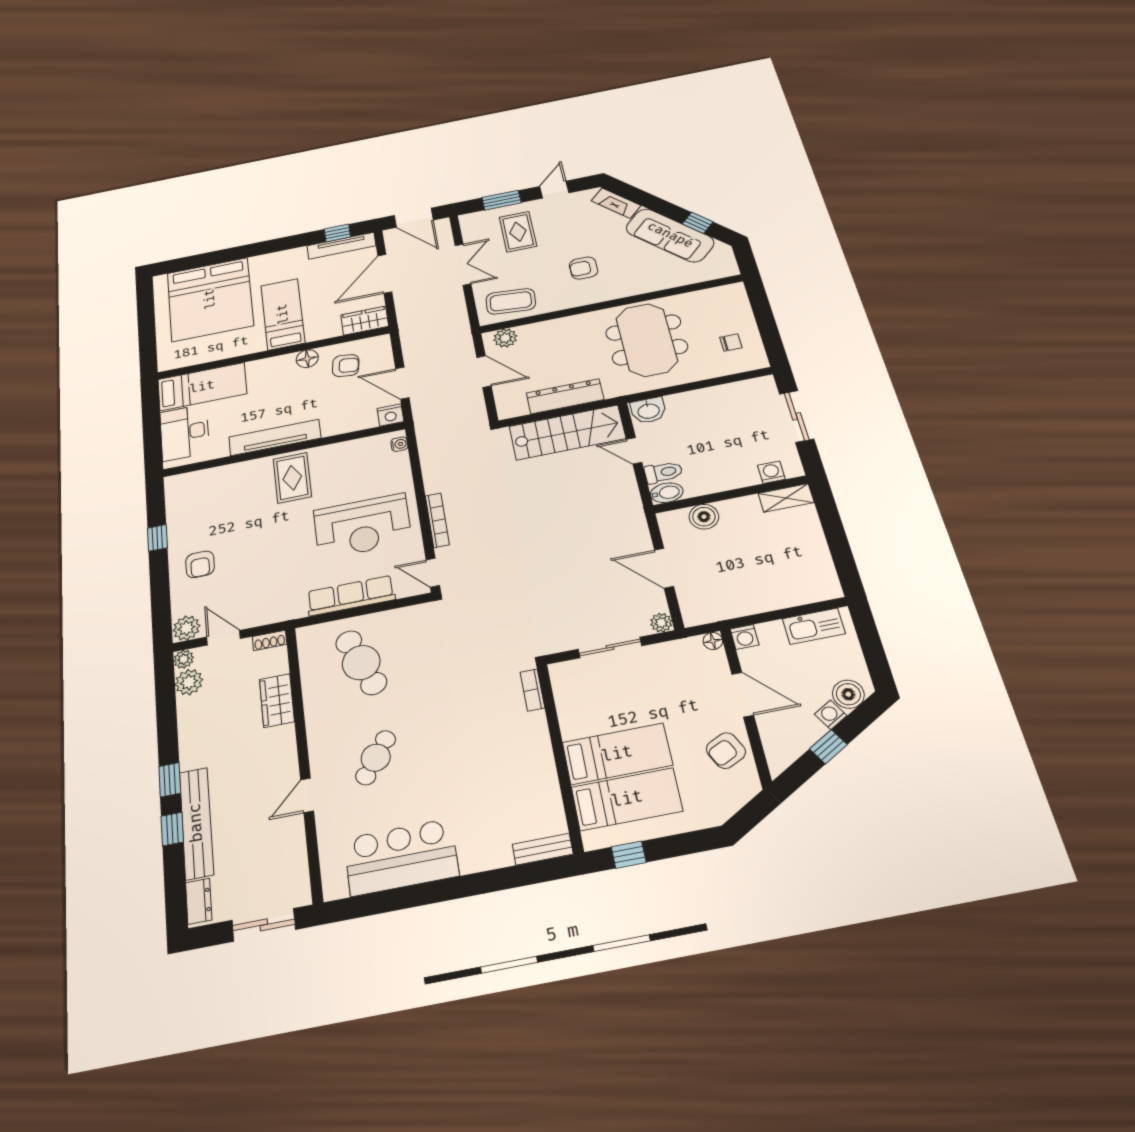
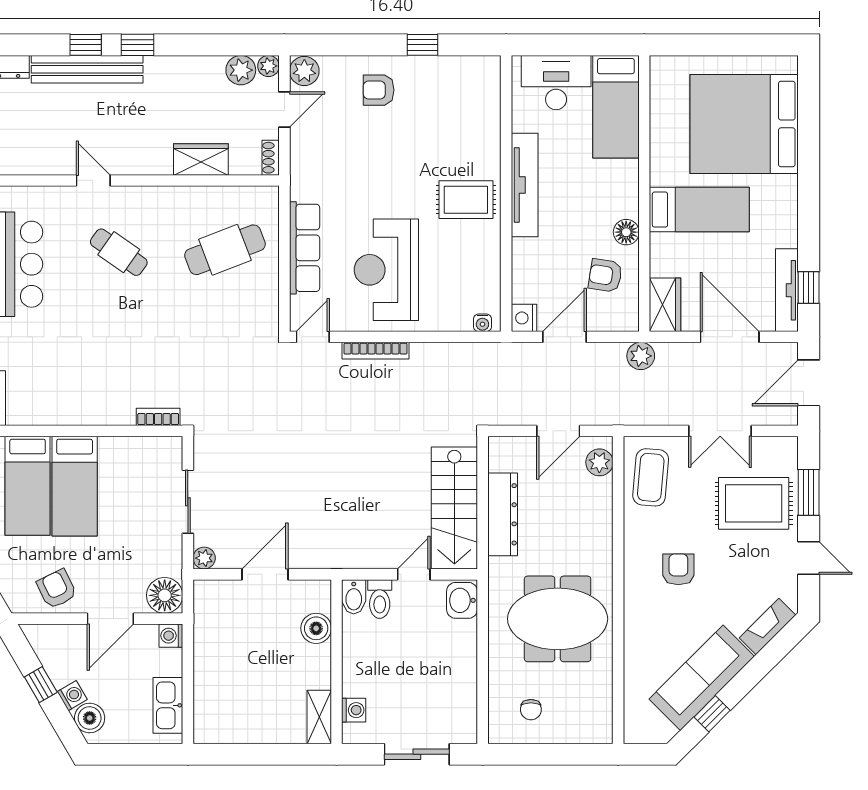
rug: (518, 232) -> (754, 503), width x1.36, depth x1.43
plant: (410, 328) -> (641, 356), added
armchair: (346, 366) -> (605, 275), turned 91
floor lamp: (713, 641) -> (165, 595), width x1.89, depth x1.89

